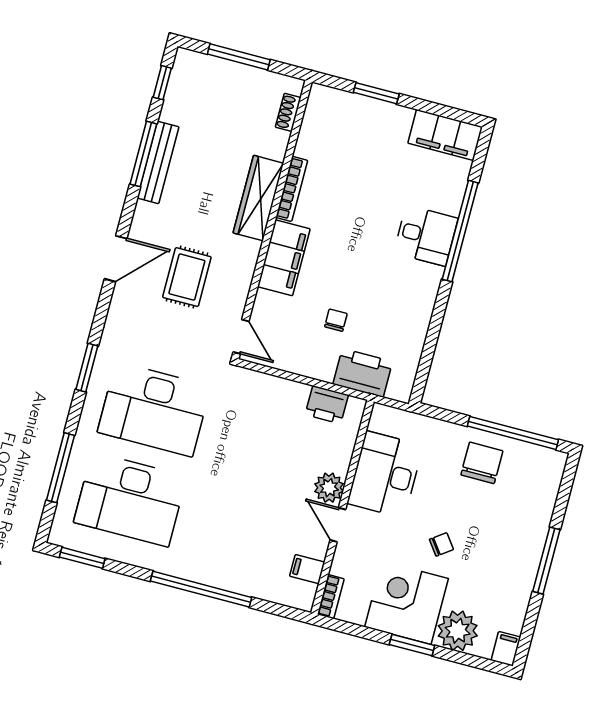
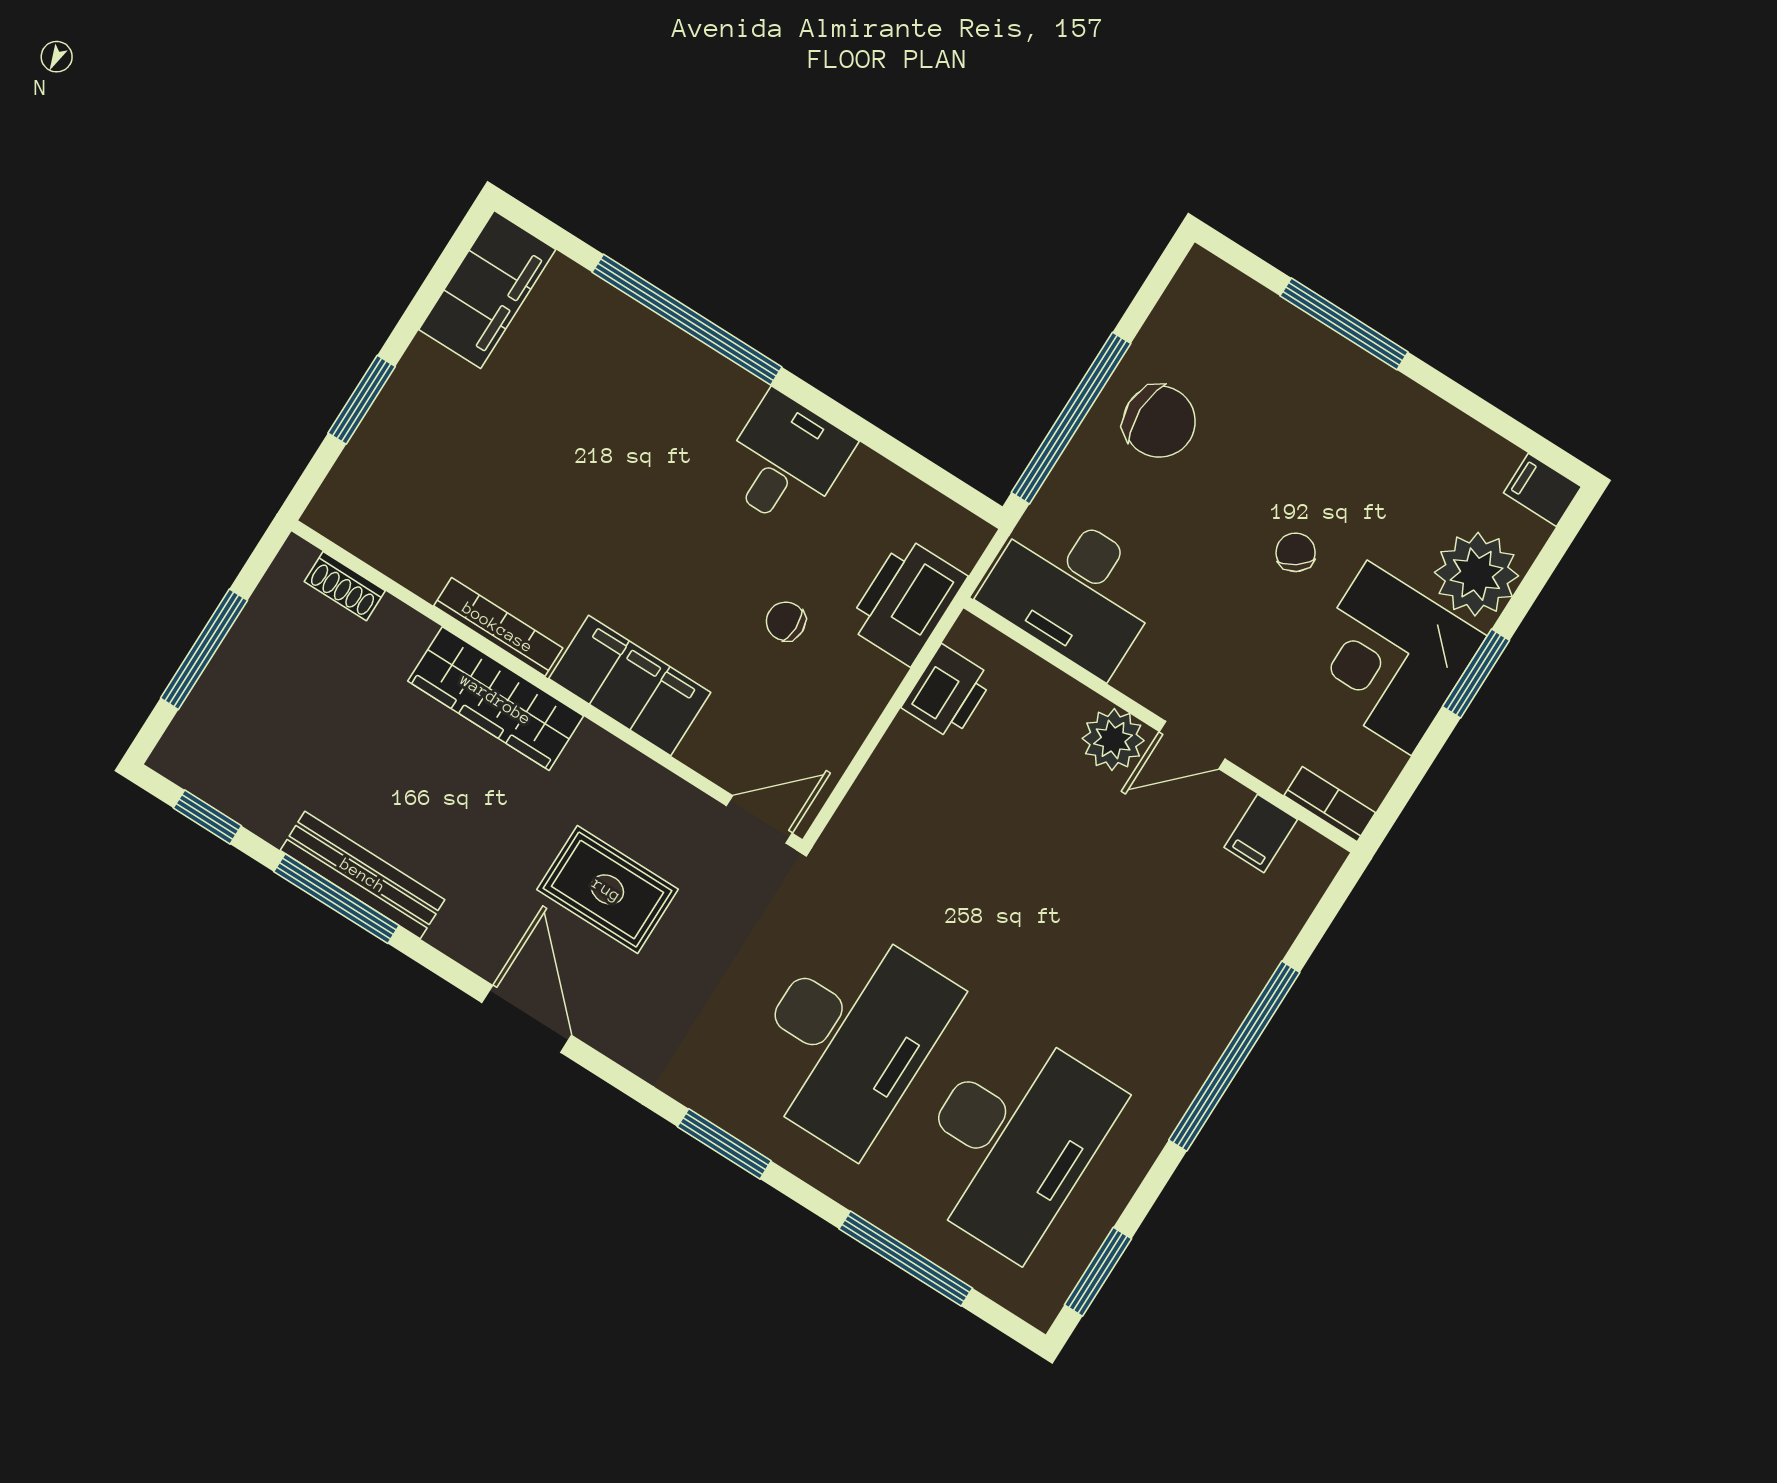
desk: (426, 236) -> (785, 461), moved
window: (513, 433) -> (1071, 418), moved
chair: (482, 463) -> (1159, 421), turned 180
desk: (385, 475) -> (1073, 589), moved
window: (546, 561) -> (1344, 324), moved

